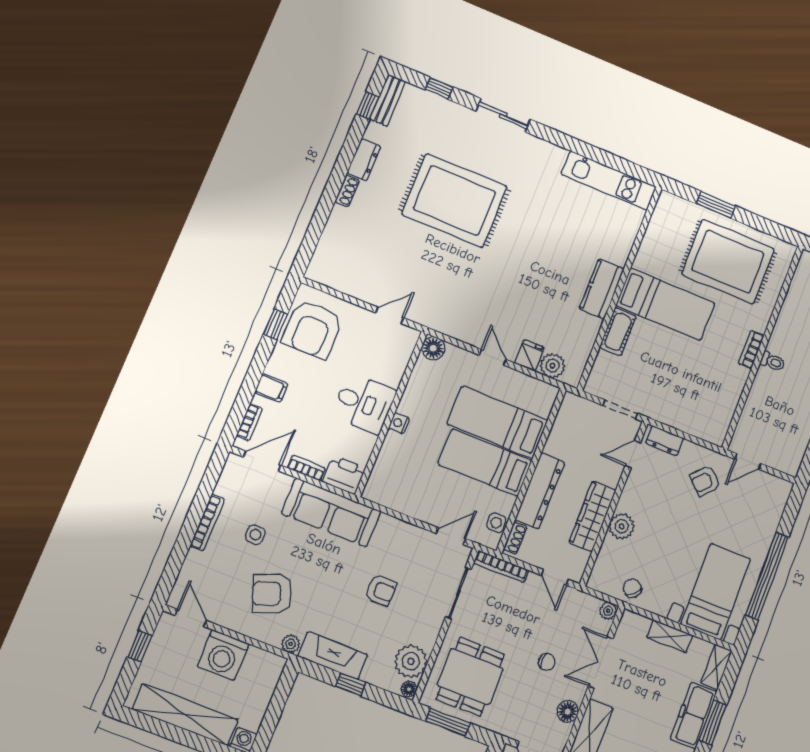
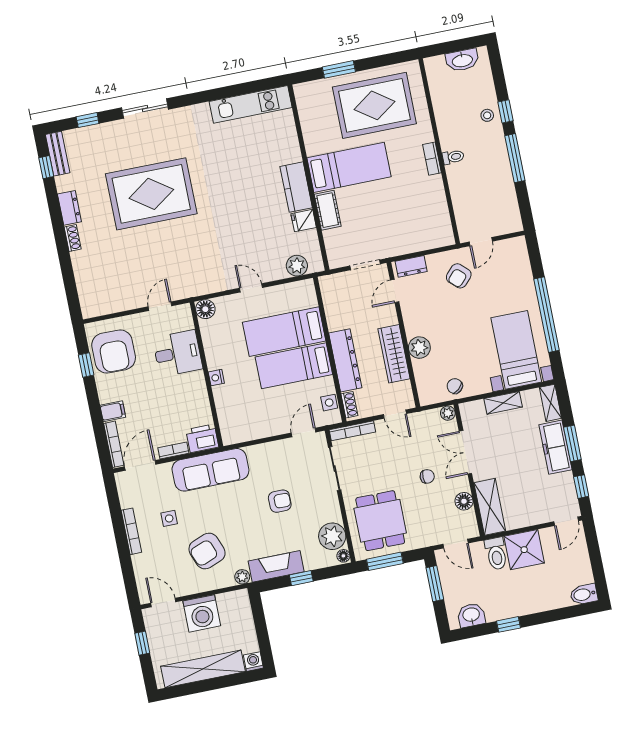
fridge: (529, 355) -> (304, 221), moved, turned -90
desk: (364, 403) -> (178, 353), moved
bookcase: (249, 422) -> (114, 444), width x1.56

